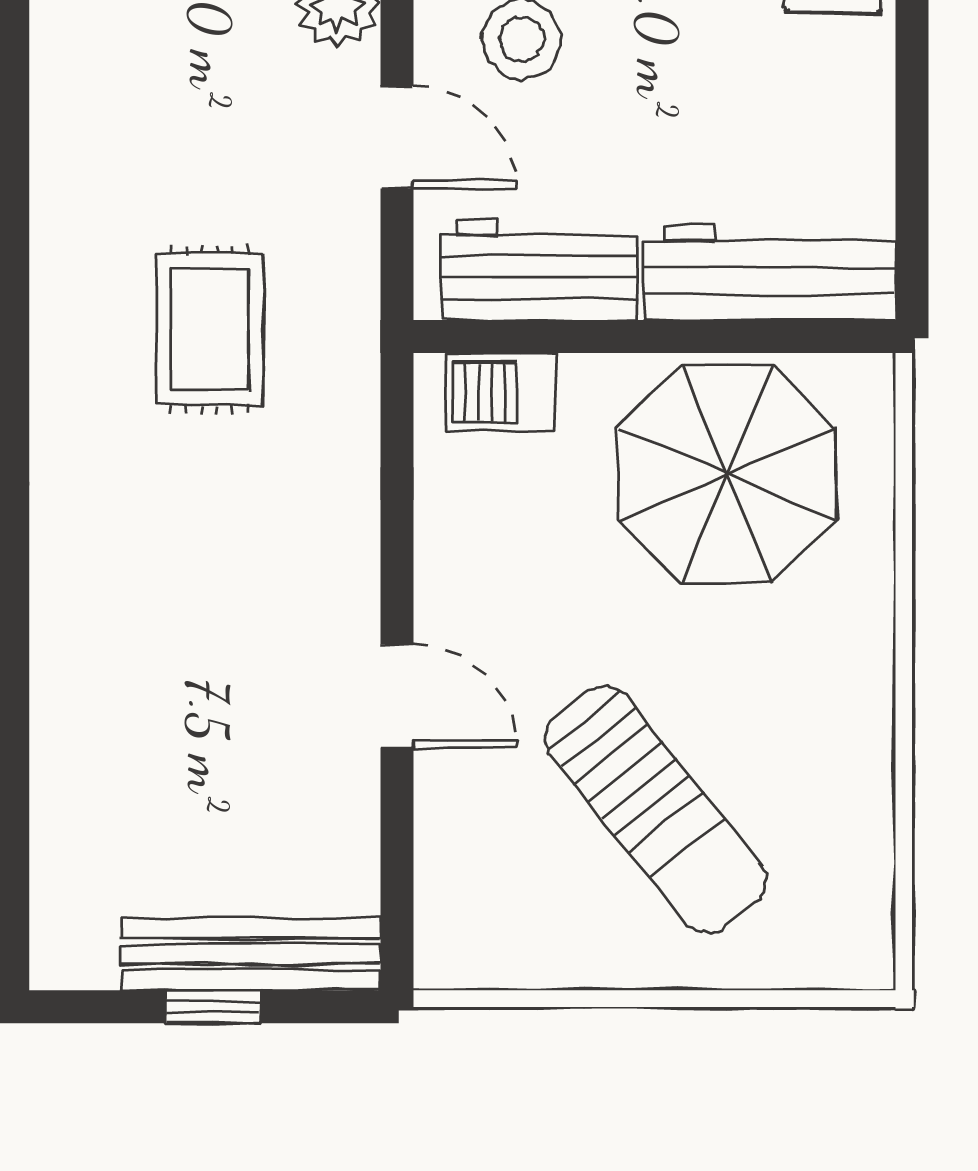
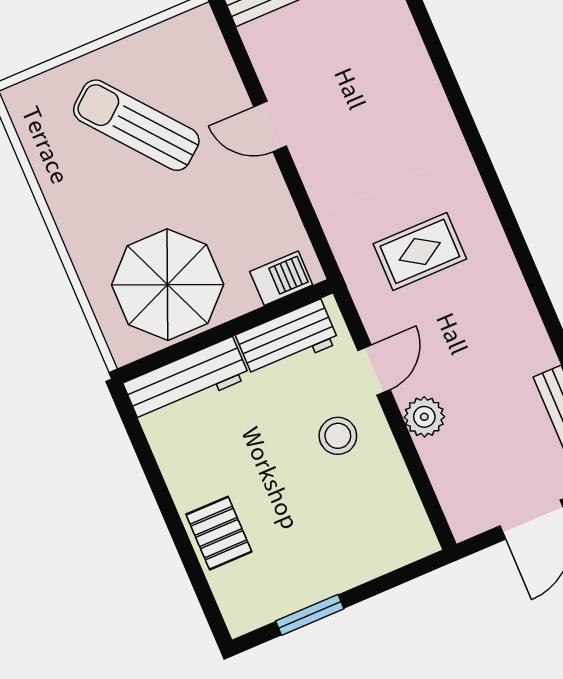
door: (397, 137) -> (374, 370), swing flipped
rug: (210, 329) -> (420, 251), turned 90

